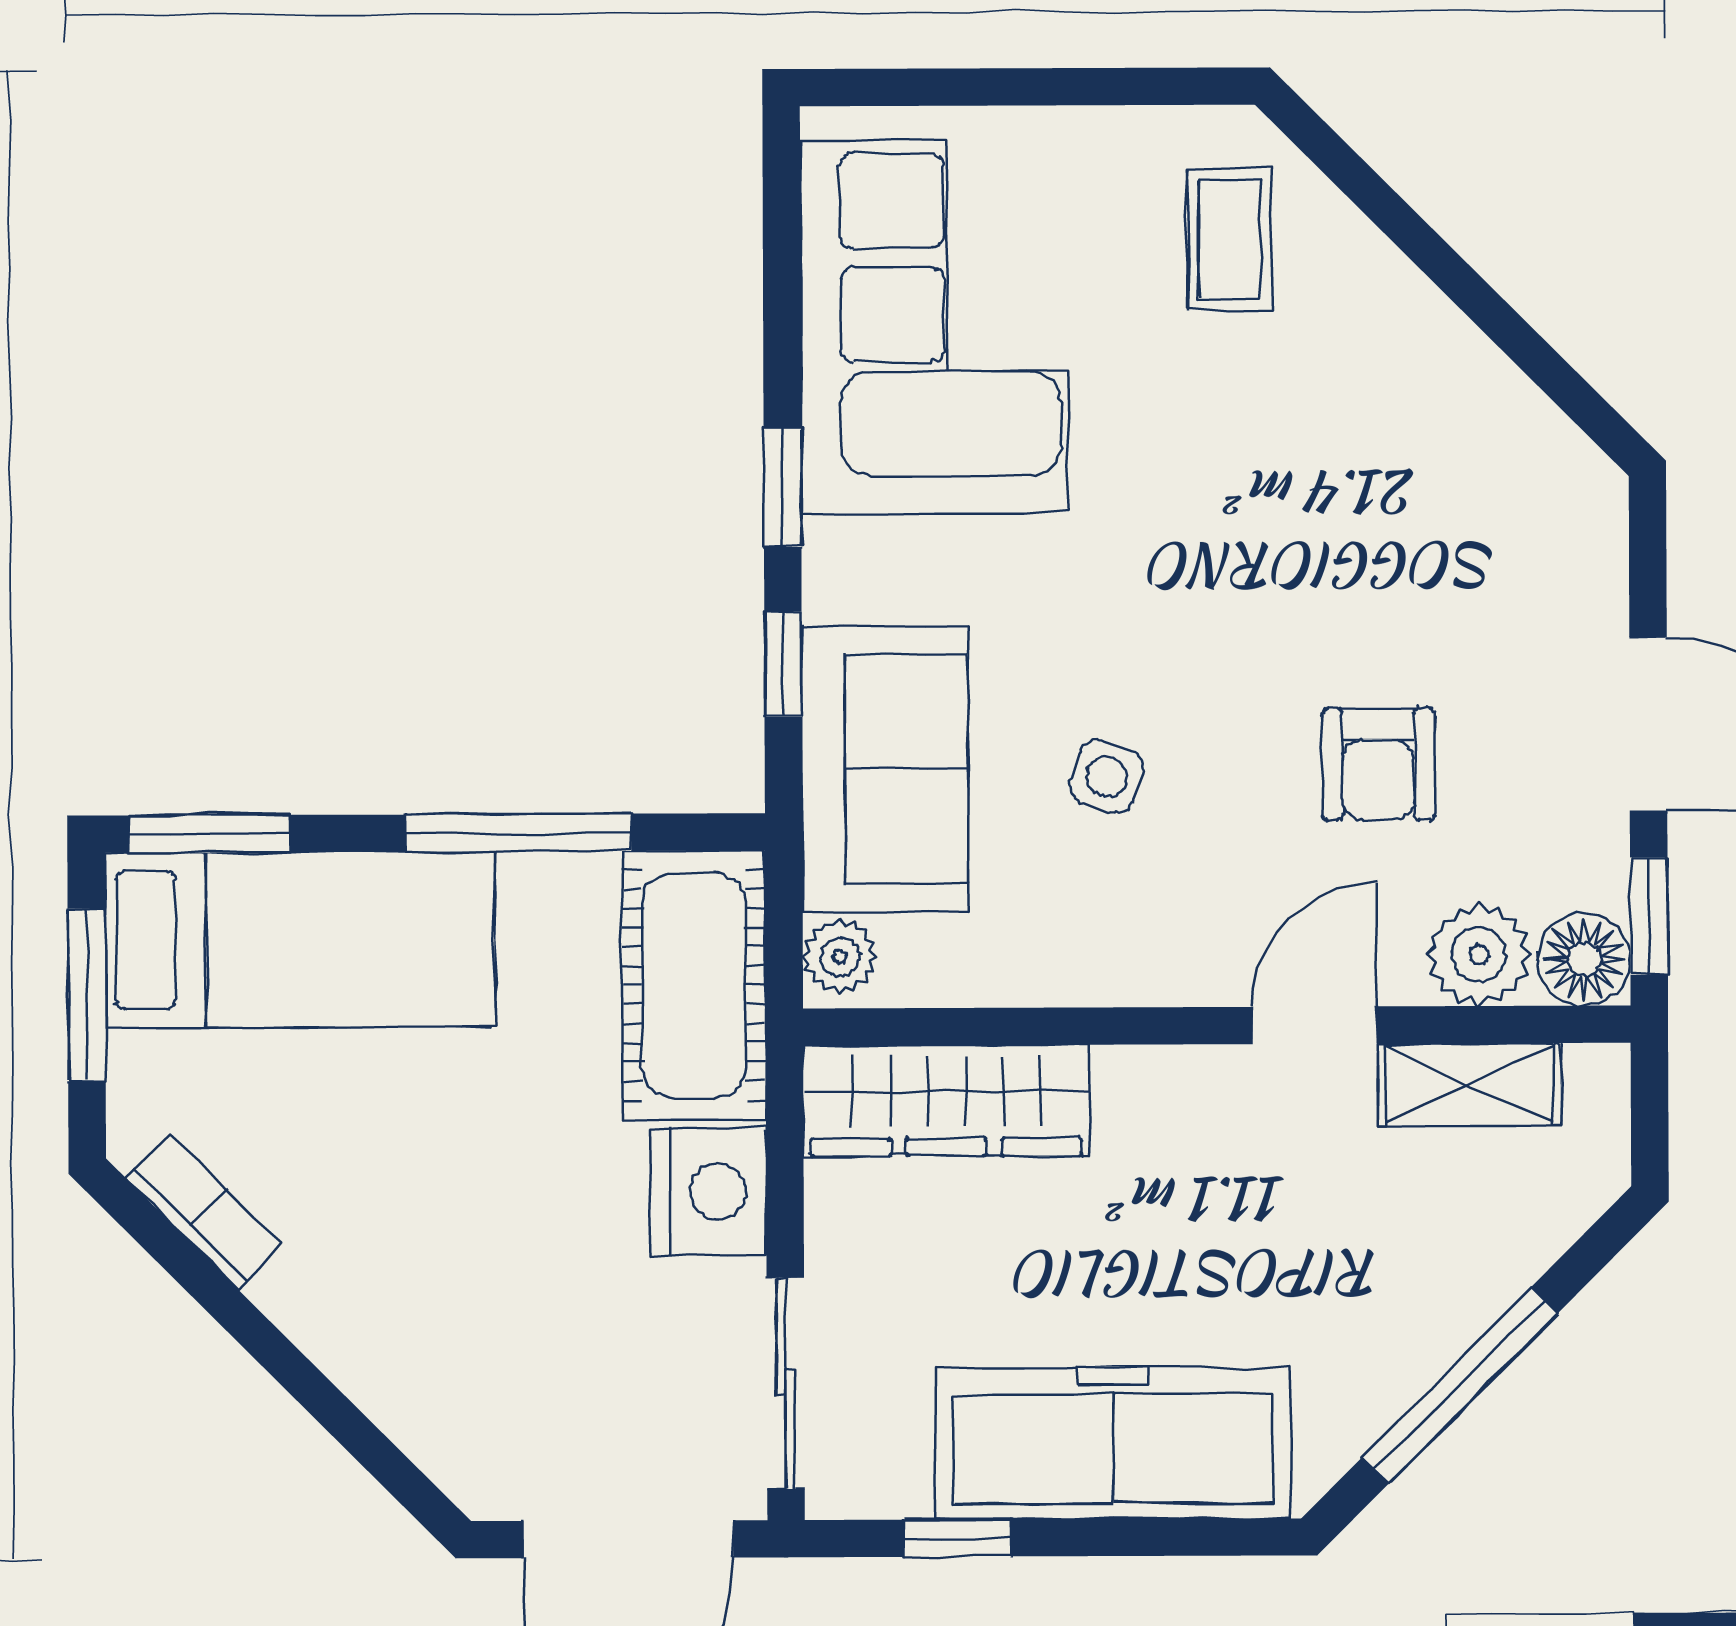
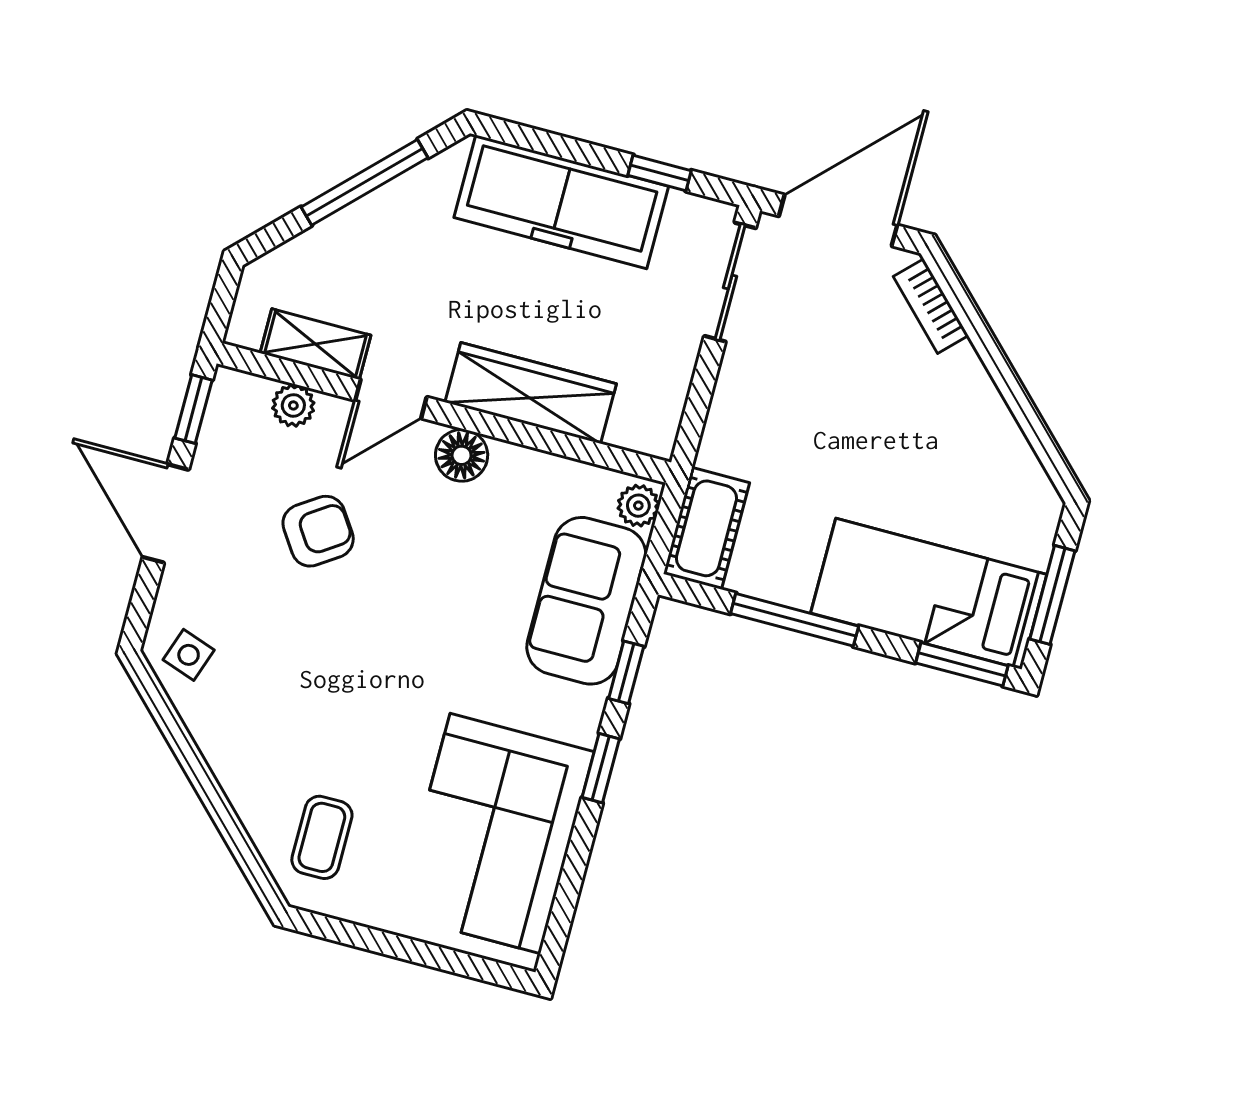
armchair: (1378, 764) -> (318, 531), turned 56
side table: (1107, 777) -> (189, 655), moved
plant: (1479, 955) -> (293, 405), width x0.73, depth x0.73
floor lamp: (1584, 959) -> (462, 455), moved
cot: (694, 985) -> (706, 528), width x0.73, depth x0.75
wardrobe: (946, 1101) -> (531, 393), moved
nightstand: (709, 1192) -> (744, 397), removed
bookcase: (204, 1211) -> (931, 306), moved

